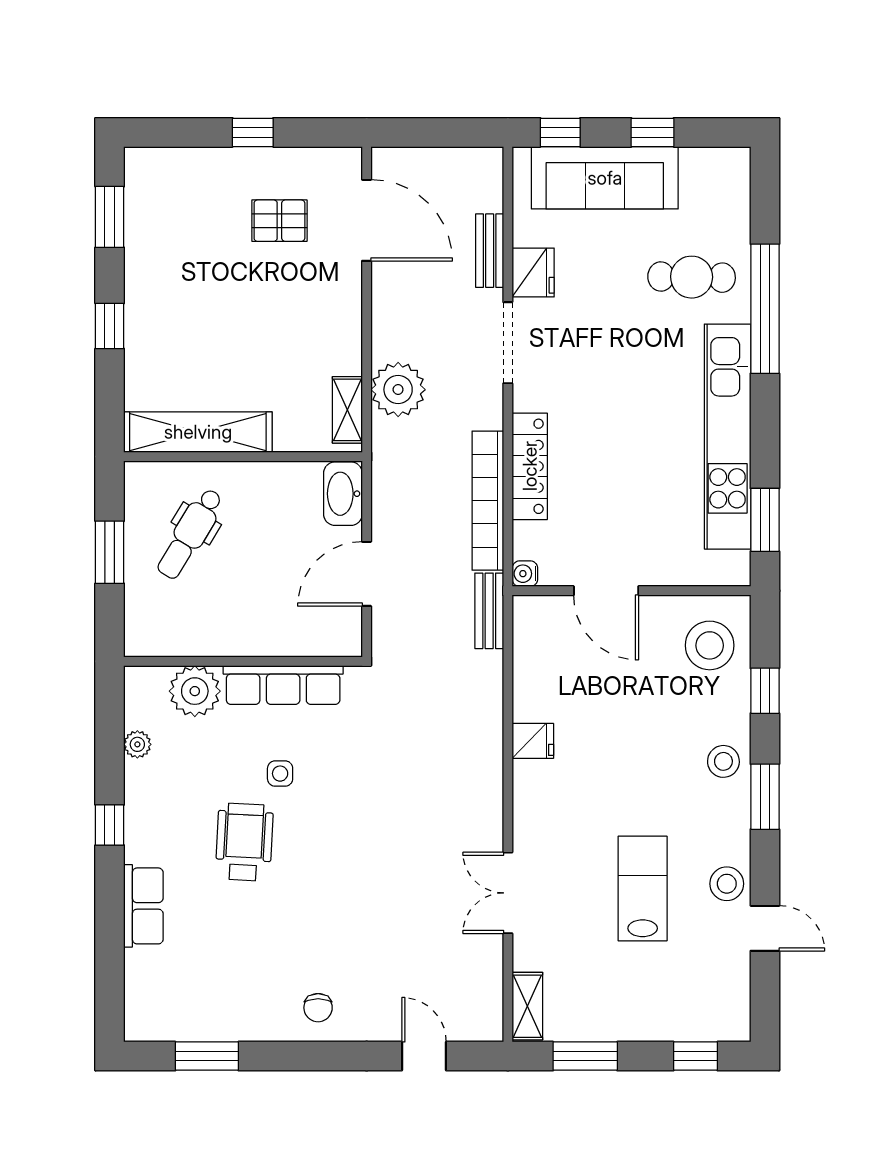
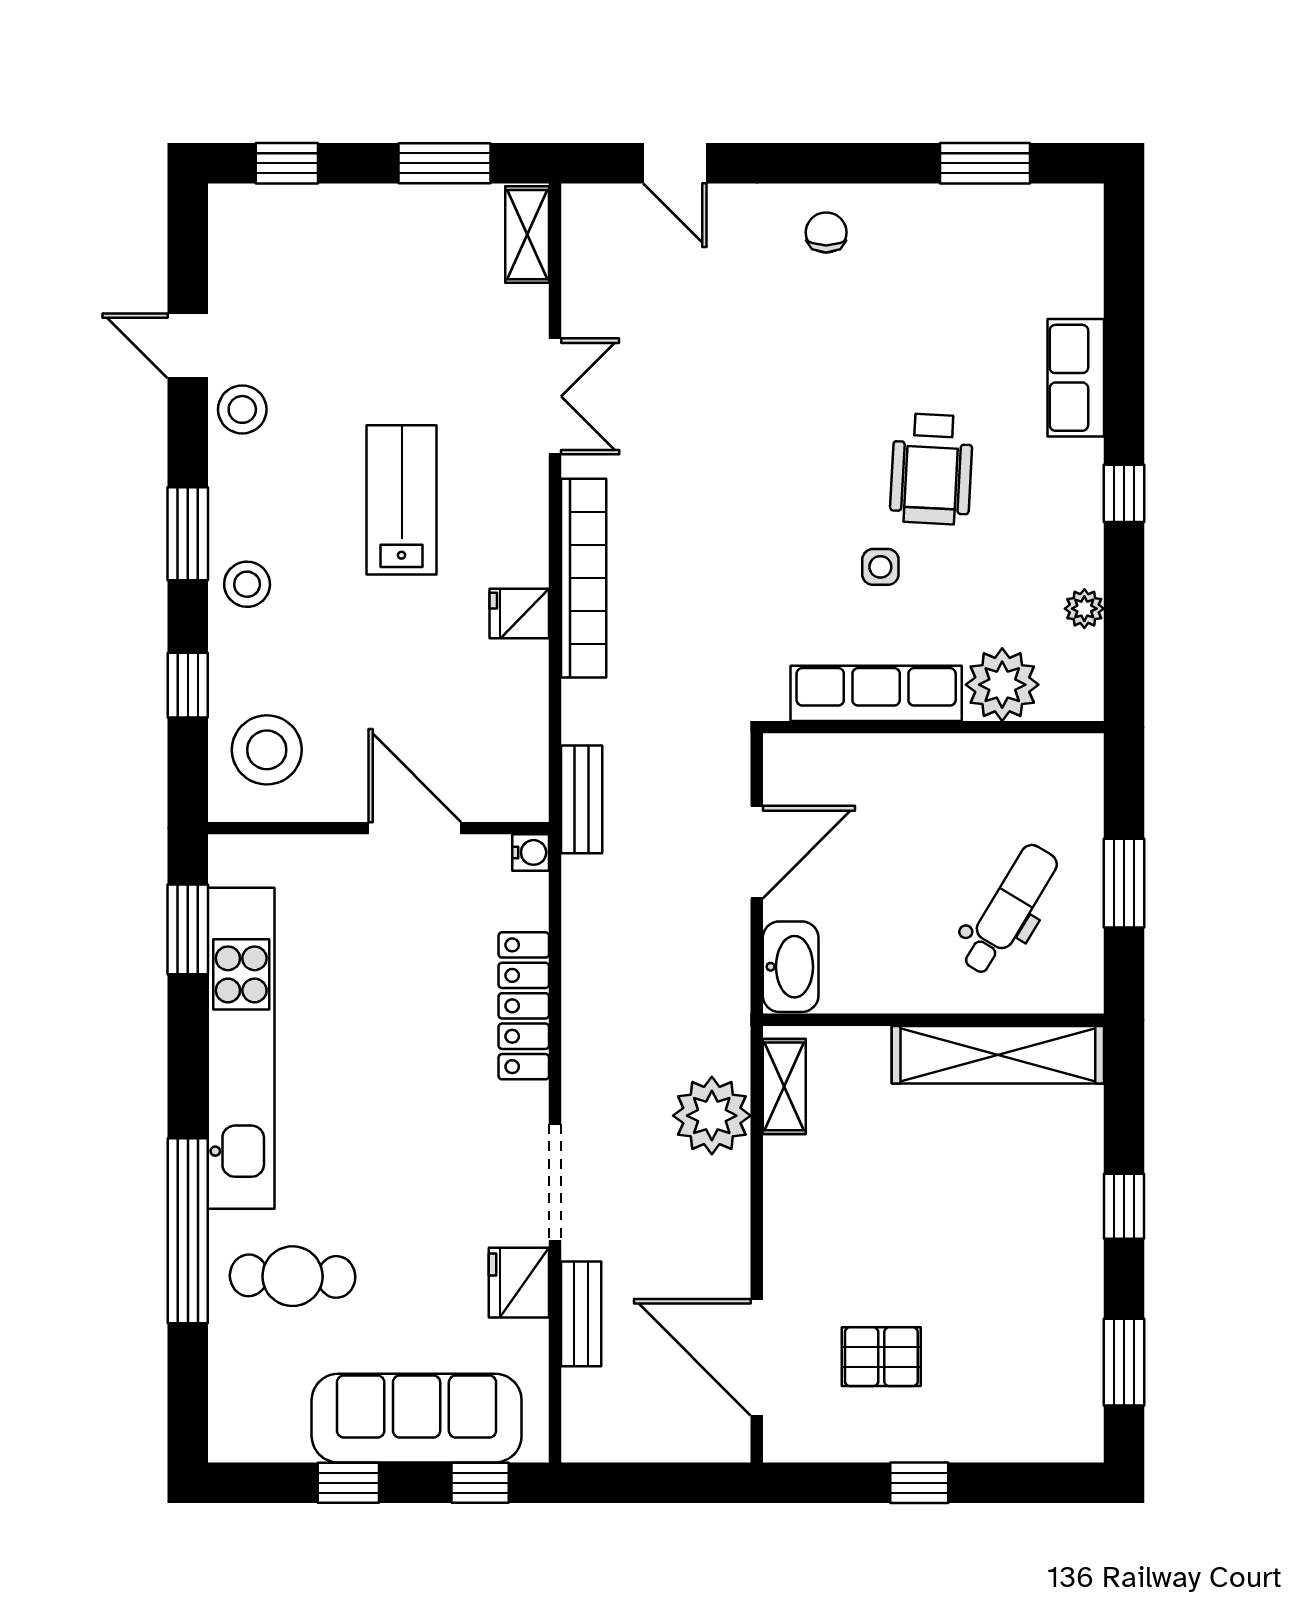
bookcase: (488, 501) -> (584, 578), moved
lab bench: (643, 888) -> (402, 500), moved, turned 180

